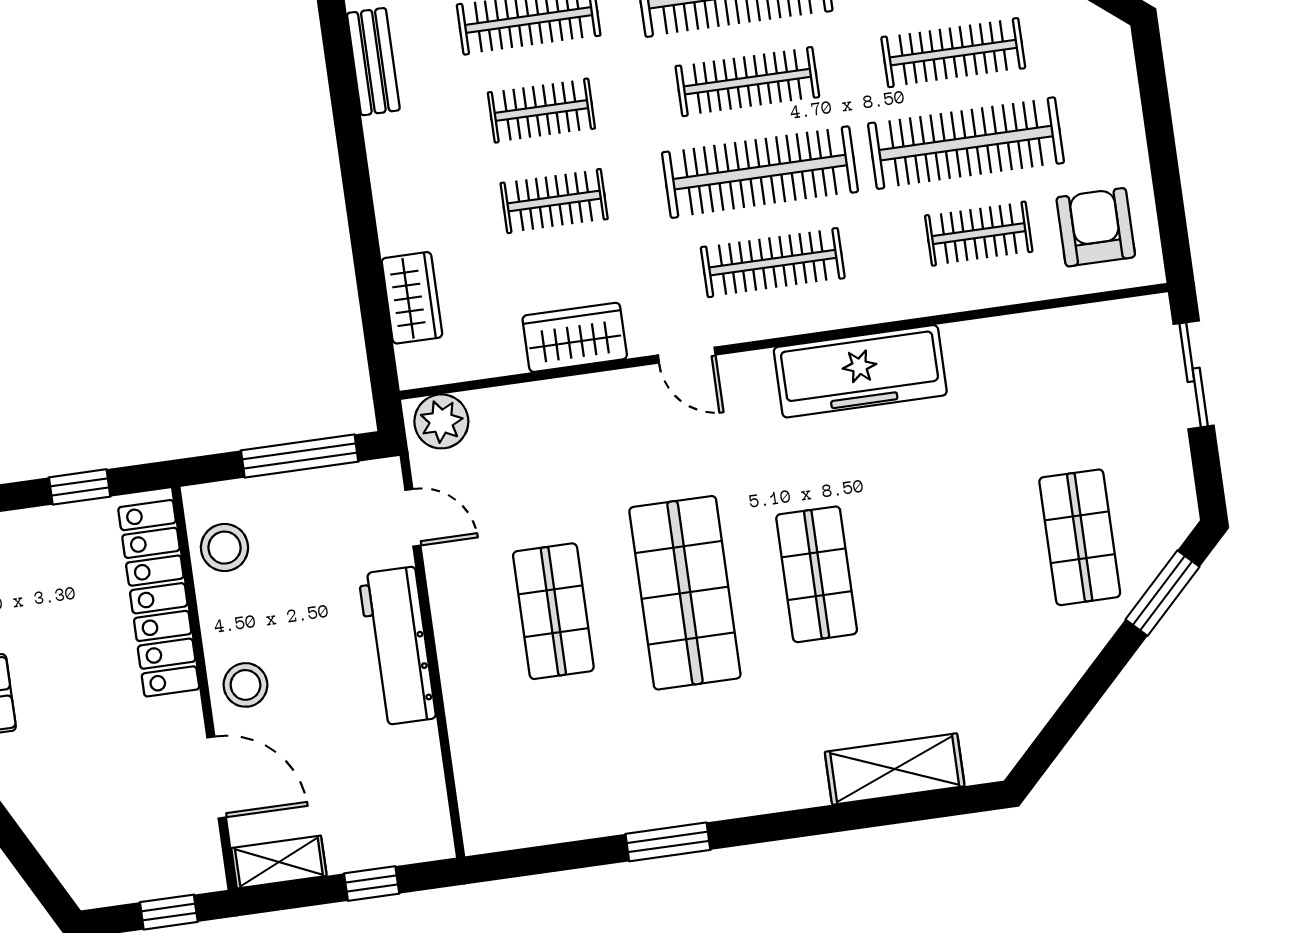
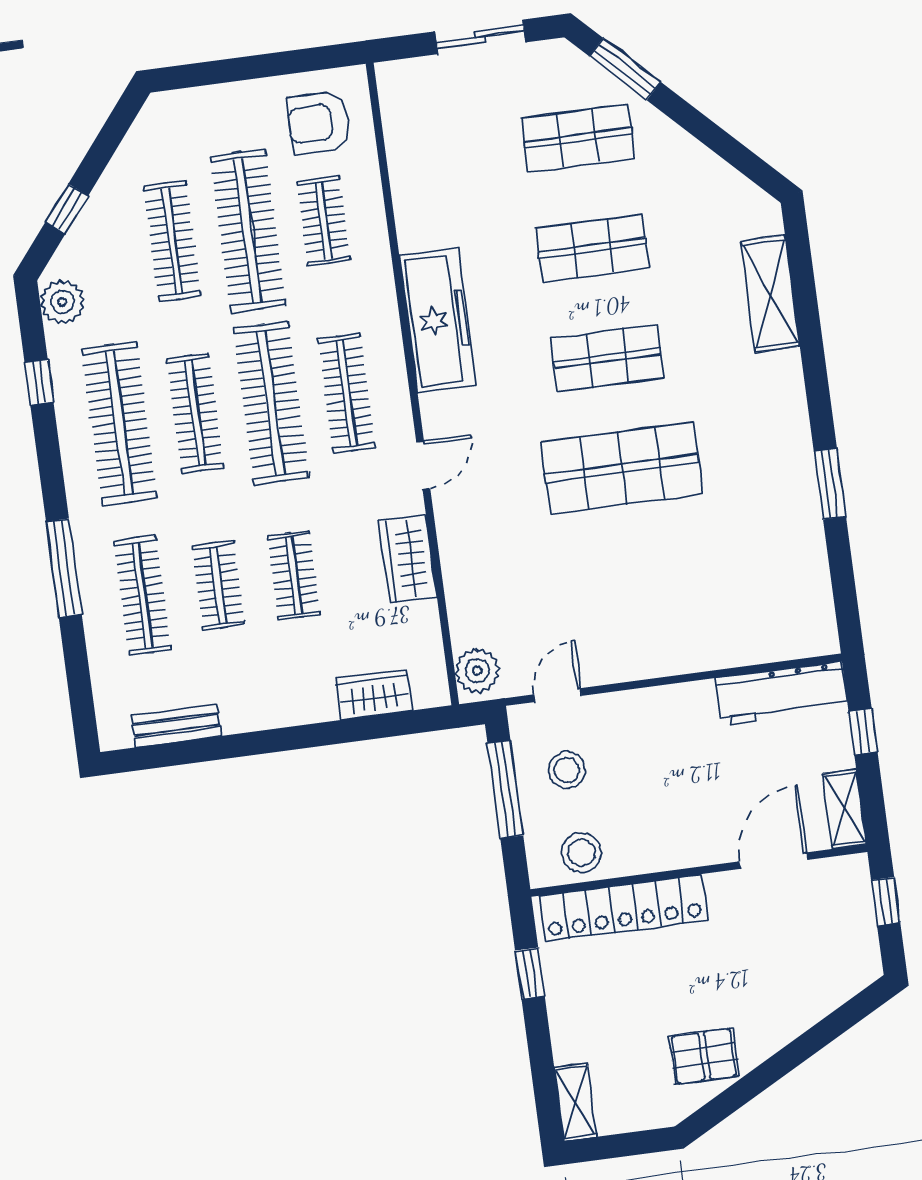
sliding door: (1194, 375) -> (480, 37), moved
shop shelf: (553, 611) -> (592, 248), moved
workbench: (397, 646) -> (782, 693), moved
stool: (245, 685) -> (567, 770), moved

